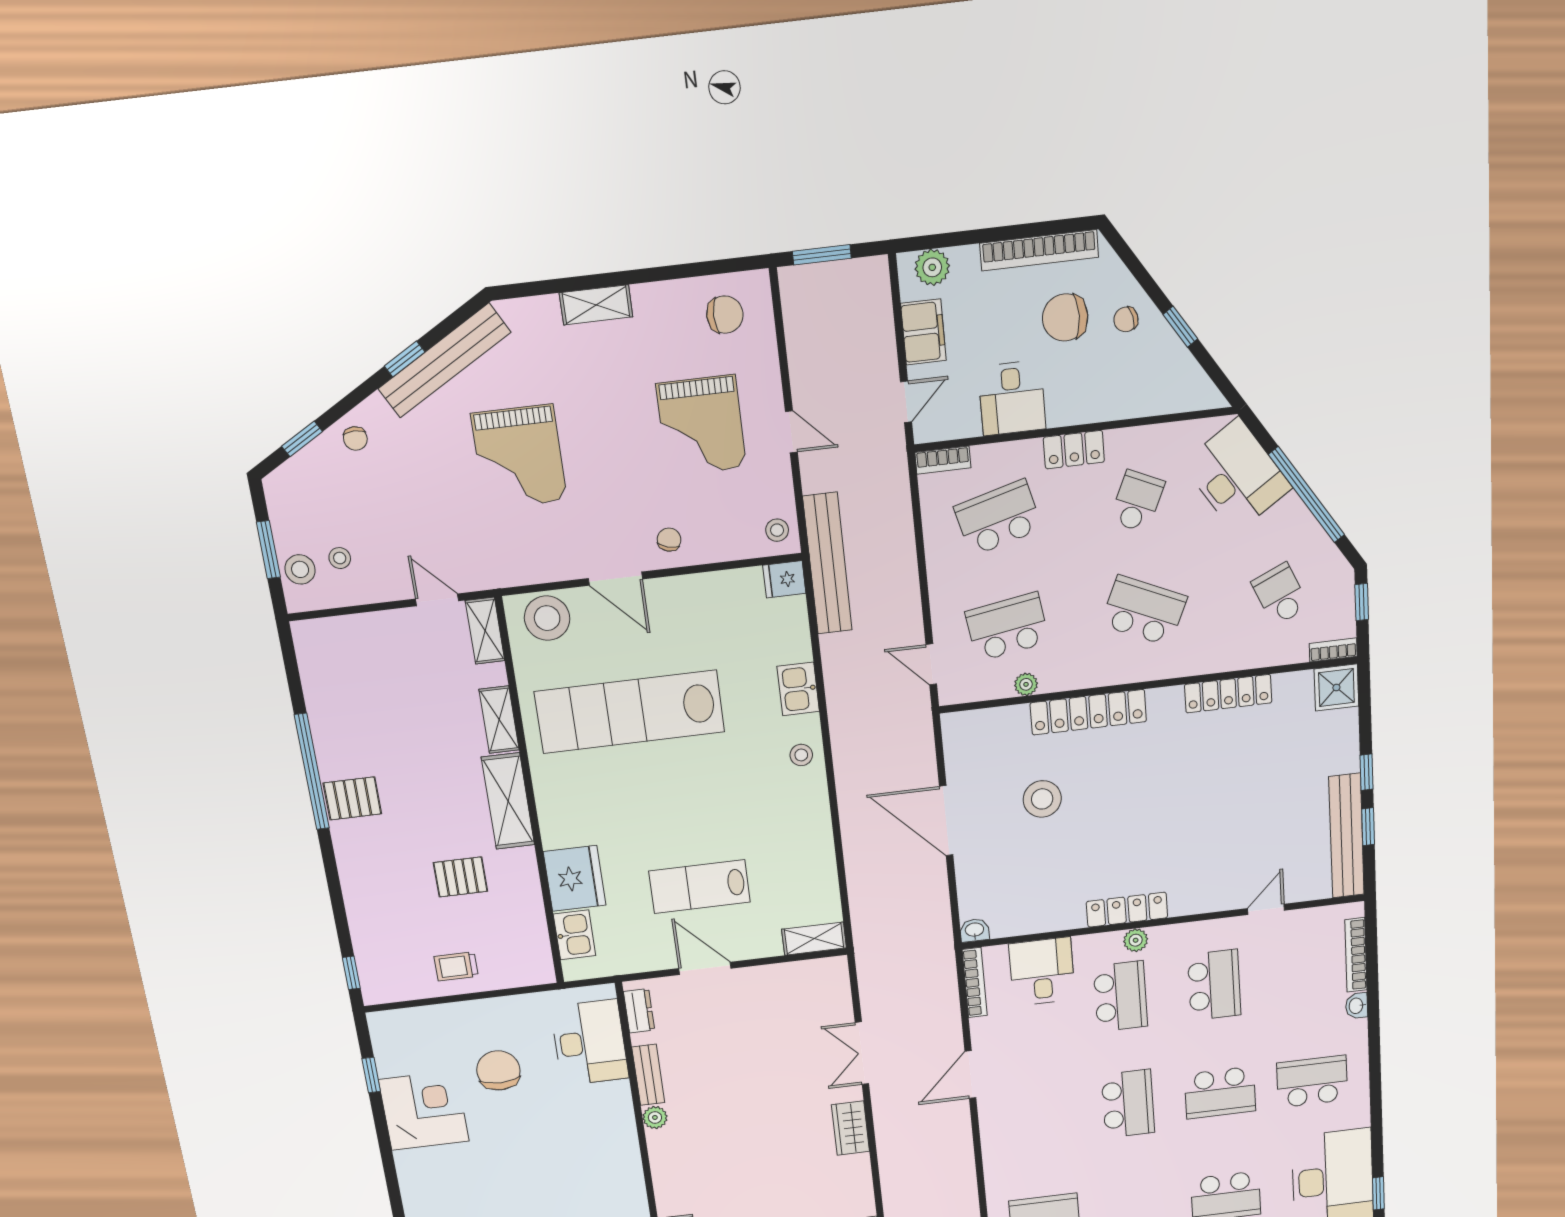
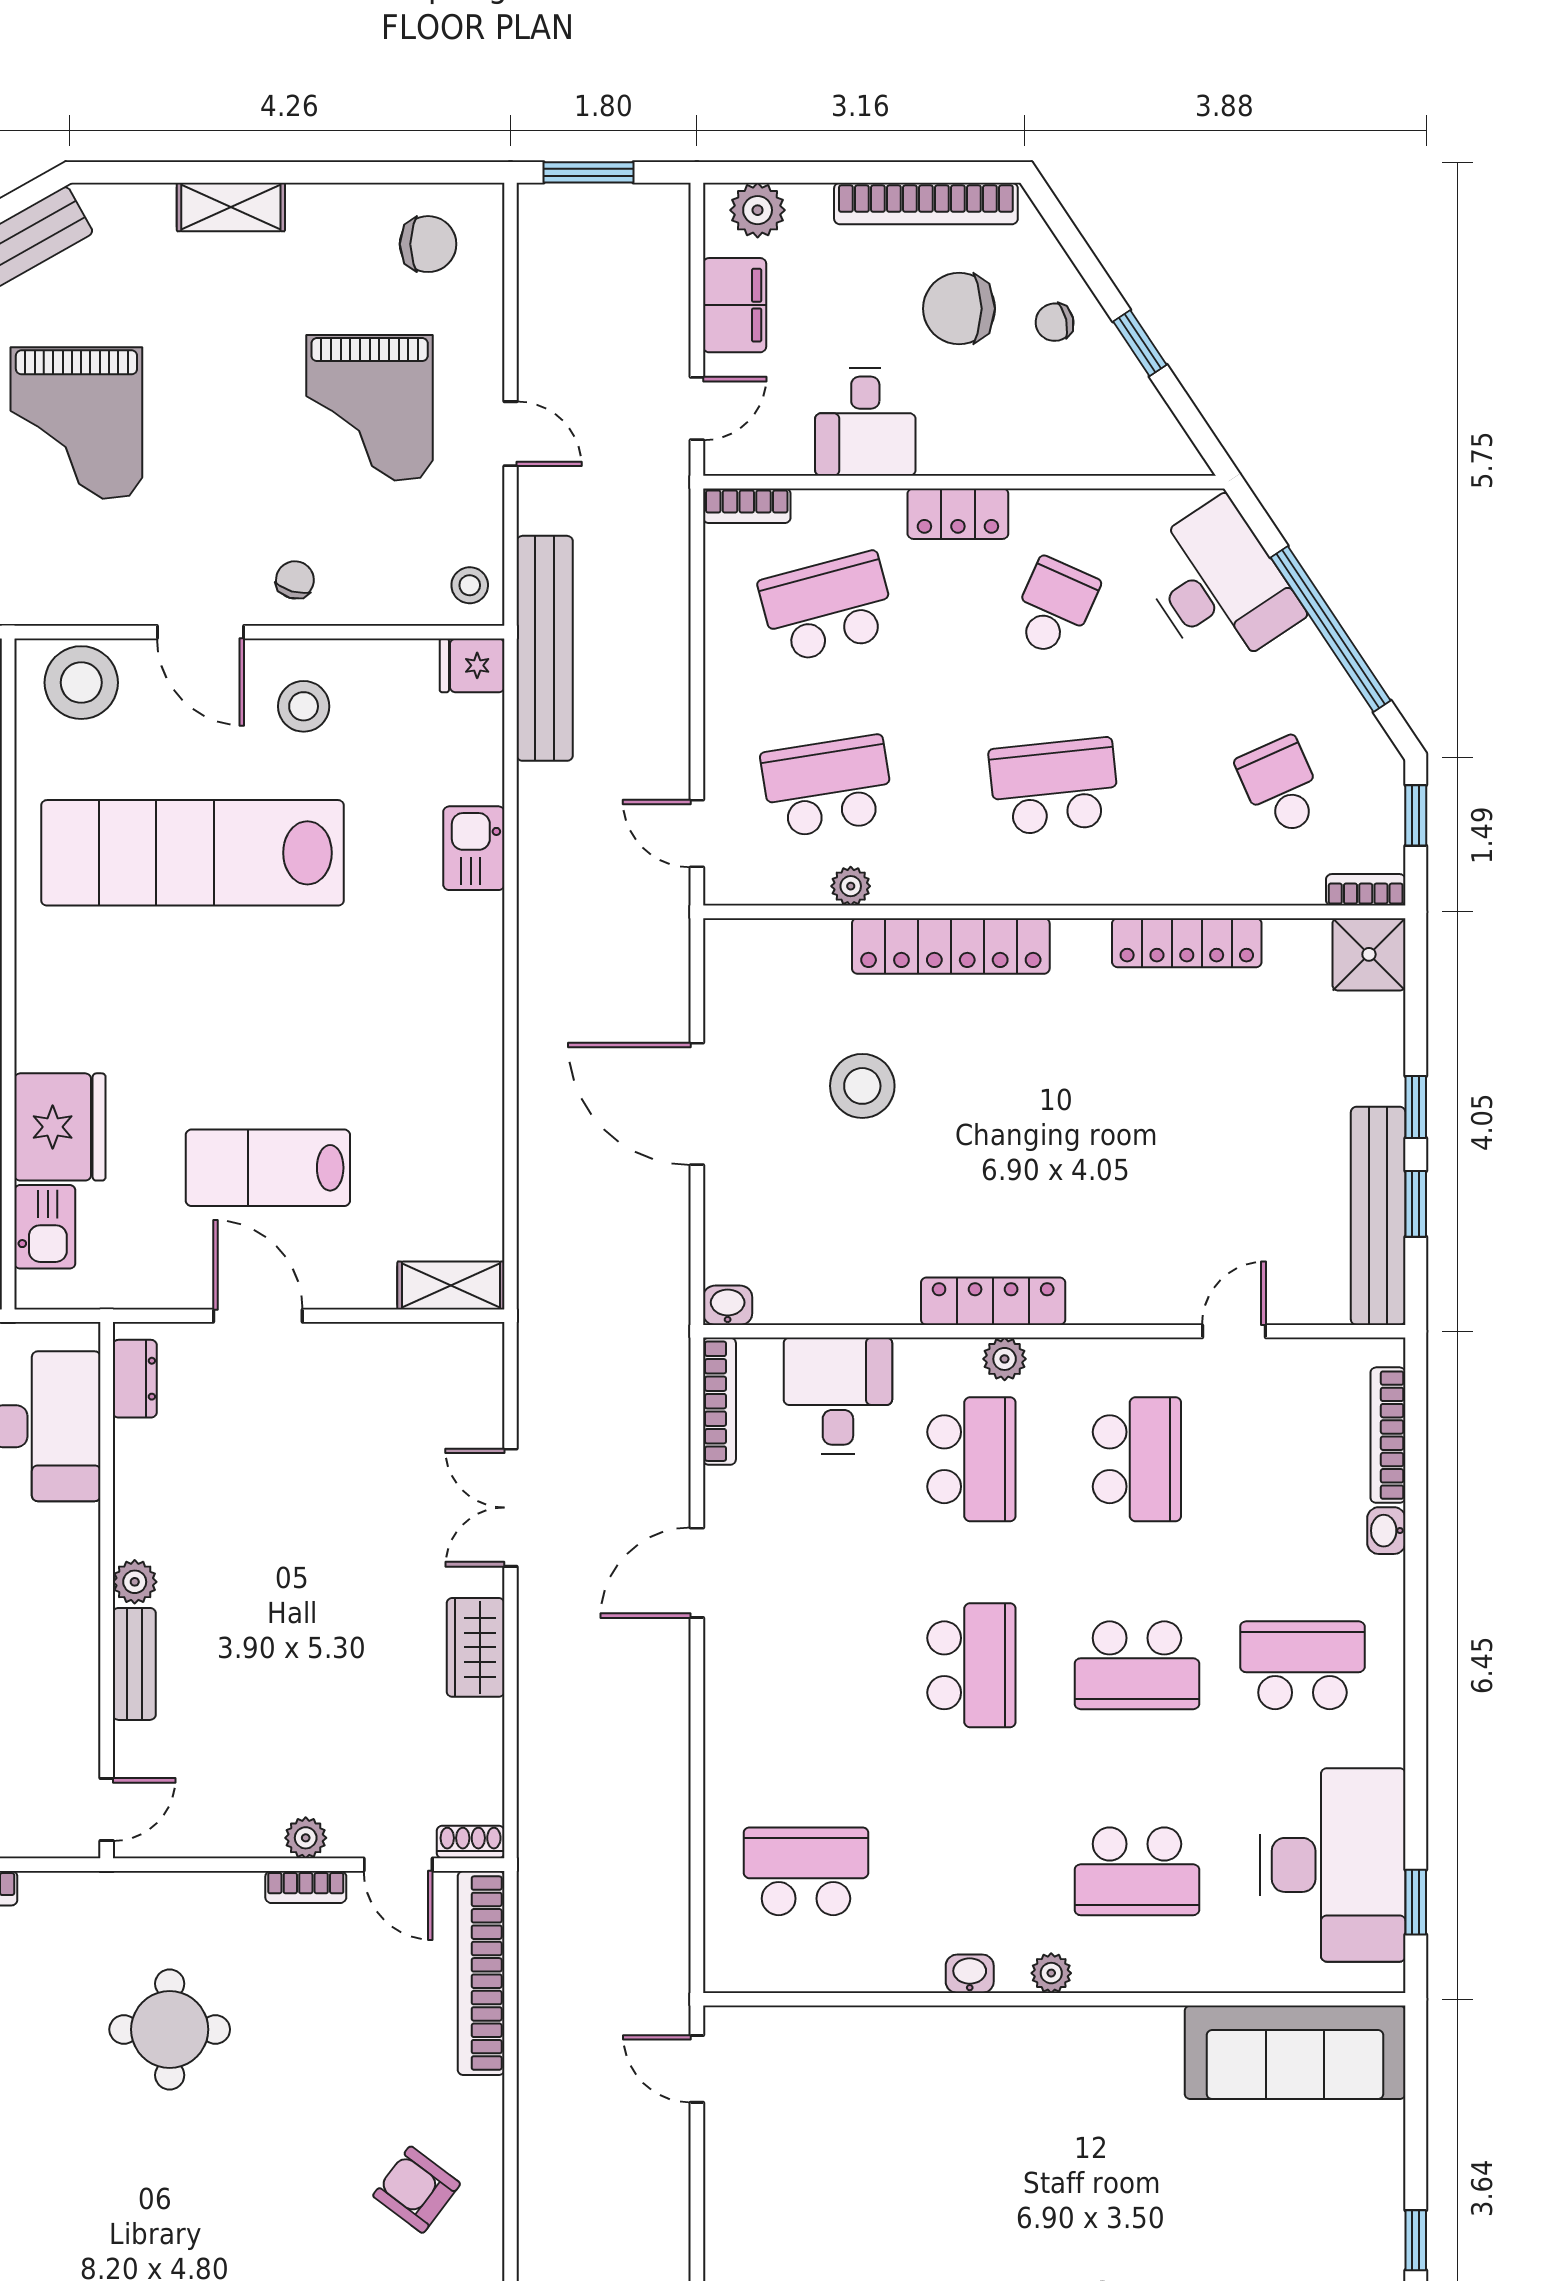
school desk: (1144, 611) -> (1054, 786), turned -30
stool: (801, 755) -> (304, 706), moved, width x1.37, depth x1.37
bench: (648, 1075) -> (134, 1664), moved

